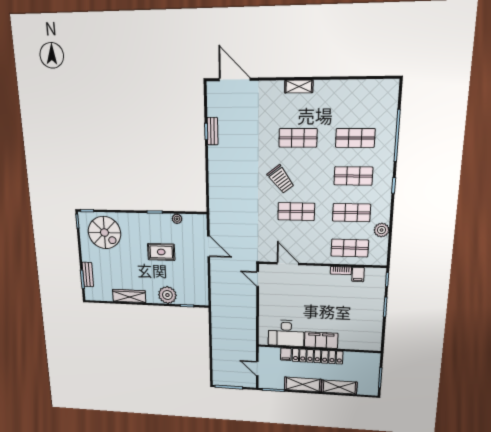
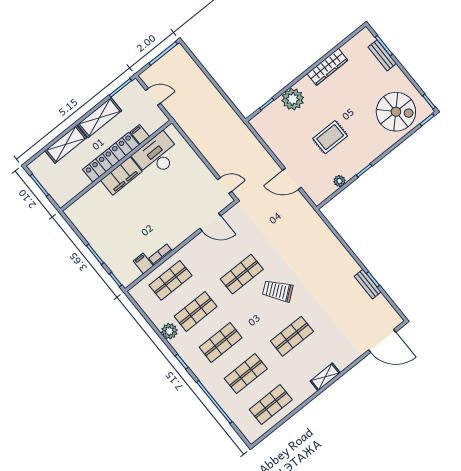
shop shelf: (357, 99) -> (271, 405), added
plant: (382, 230) -> (169, 331), moved
spiral stairs: (104, 233) -> (396, 112), turned 180

